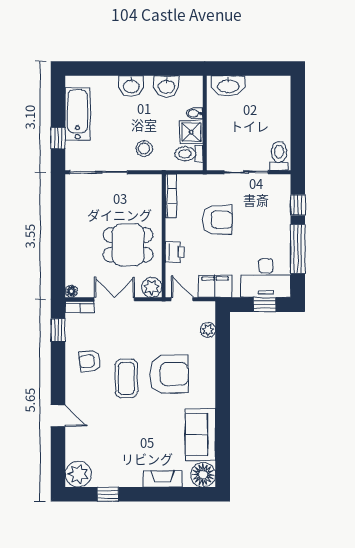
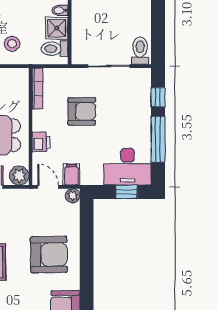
filing cabinet: (215, 286) -> (71, 175), width x0.50
plant: (208, 330) -> (73, 196), moved
armchair: (169, 374) -> (49, 255), moved

